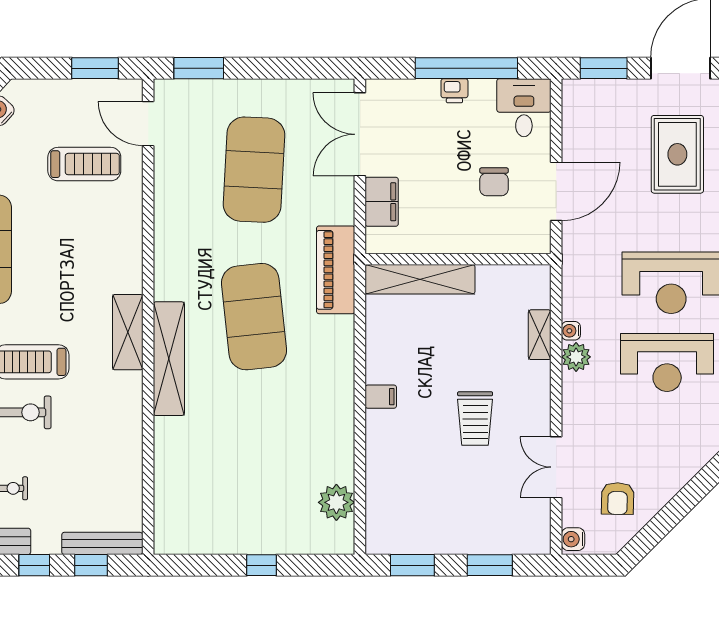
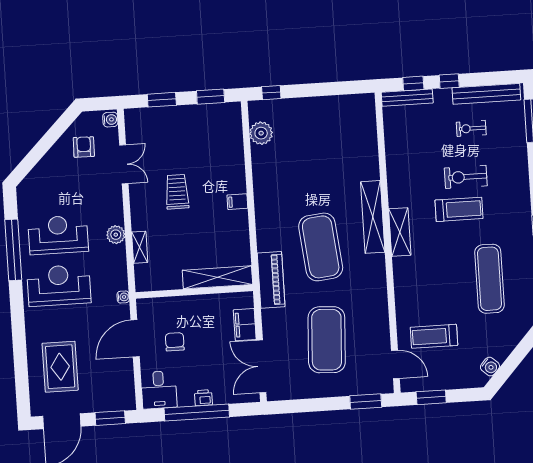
double door: (360, 134) -> (261, 366), swing flipped
water cooler: (571, 331) -> (123, 297), moved
window: (262, 565) -> (271, 93), moved

